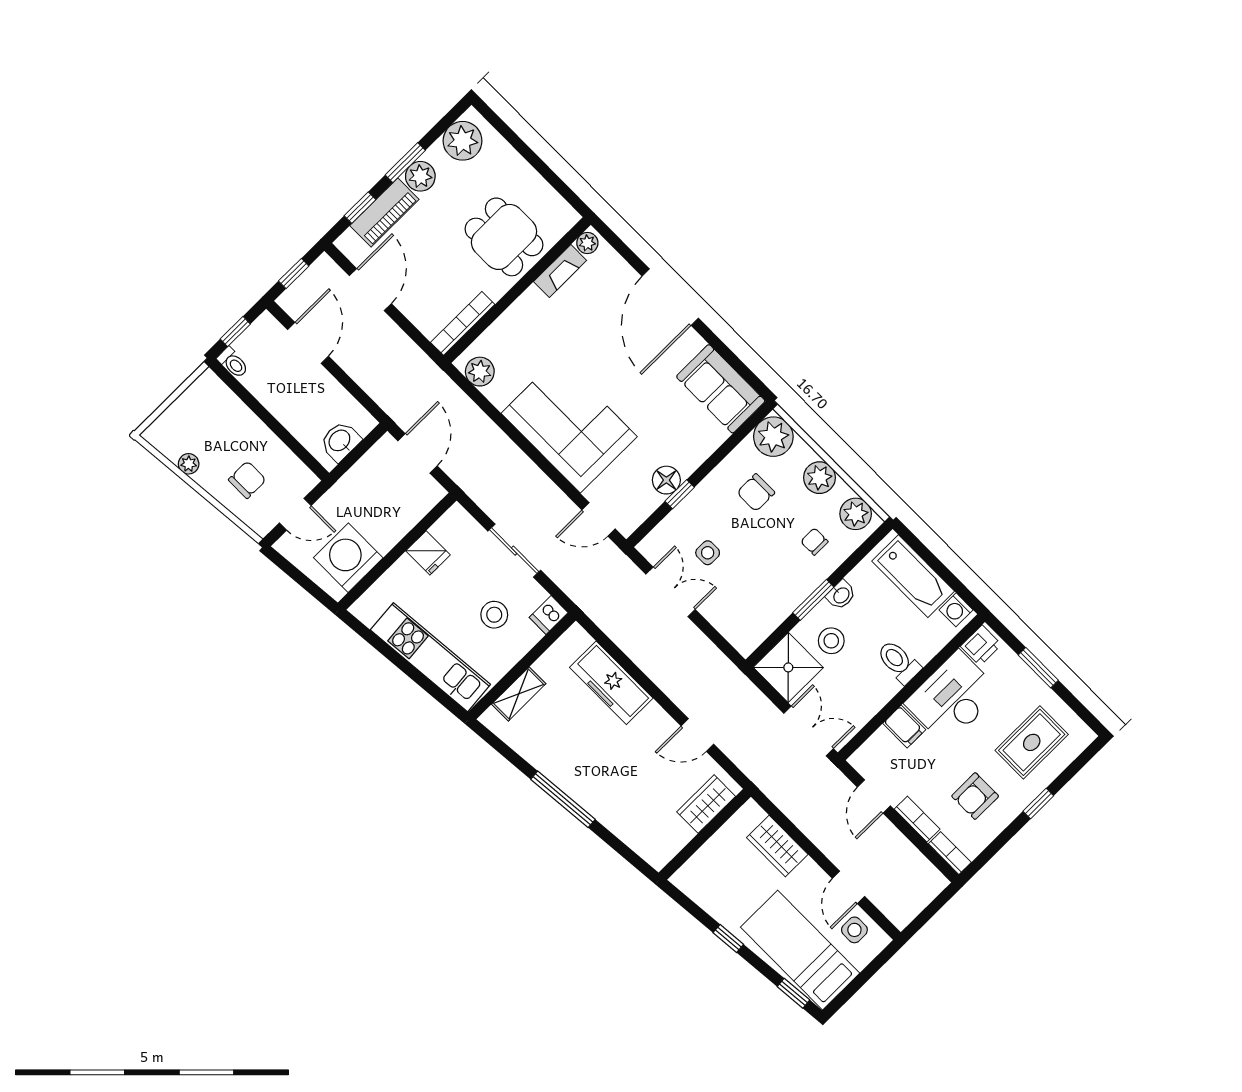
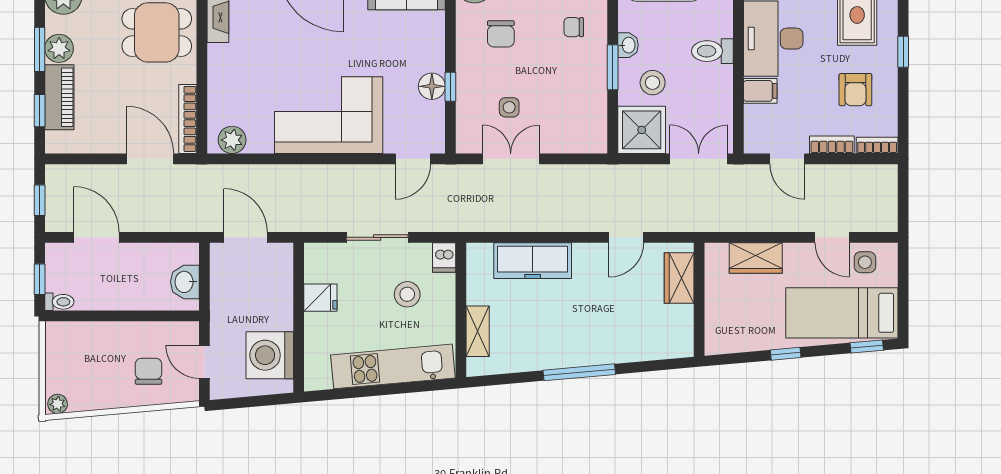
door: (370, 290) -> (150, 159), moved
plant: (189, 464) -> (58, 404), moved
door: (295, 514) -> (204, 362), swing flipped

